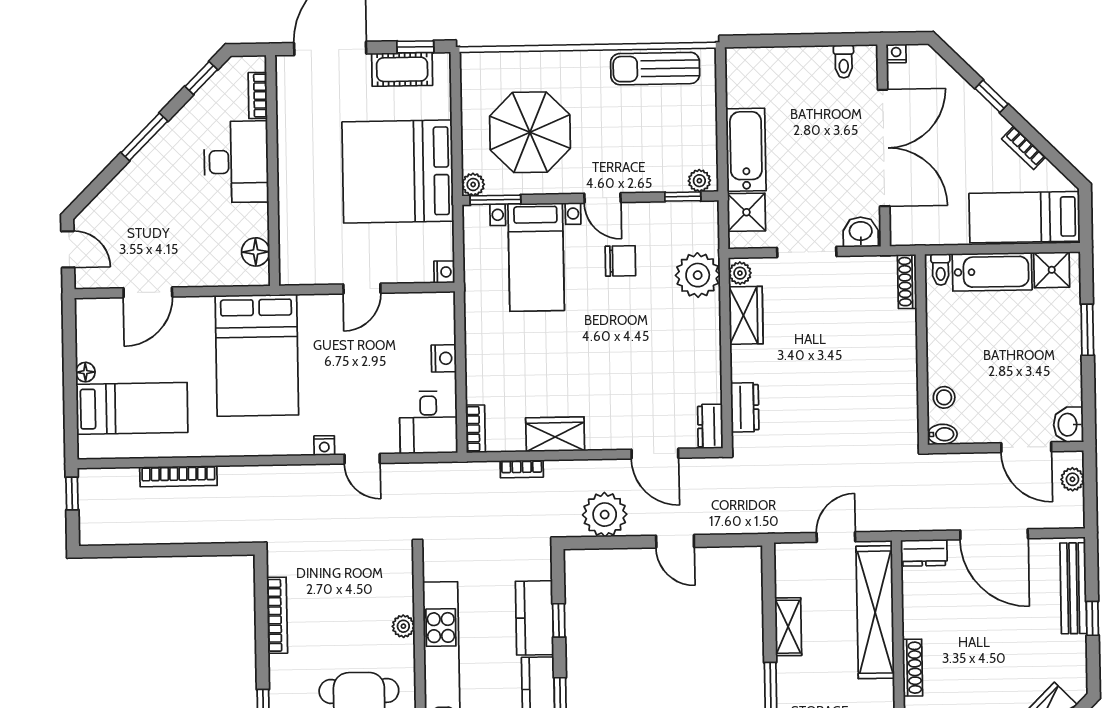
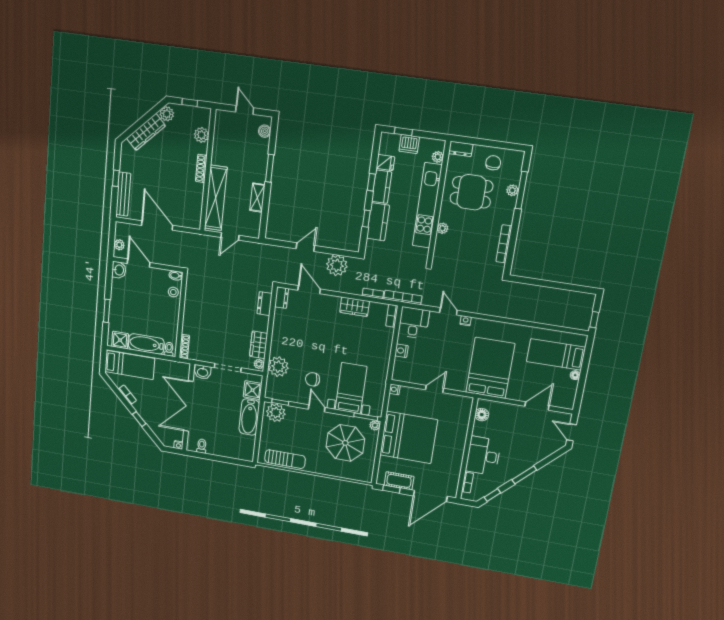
plant: (699, 181) -> (276, 413), width x1.88, depth x1.88
bookcase: (178, 476) -> (403, 297), moved
door: (675, 541) -> (305, 247), hinge flipped
dresser: (924, 553) -> (190, 222), removed

